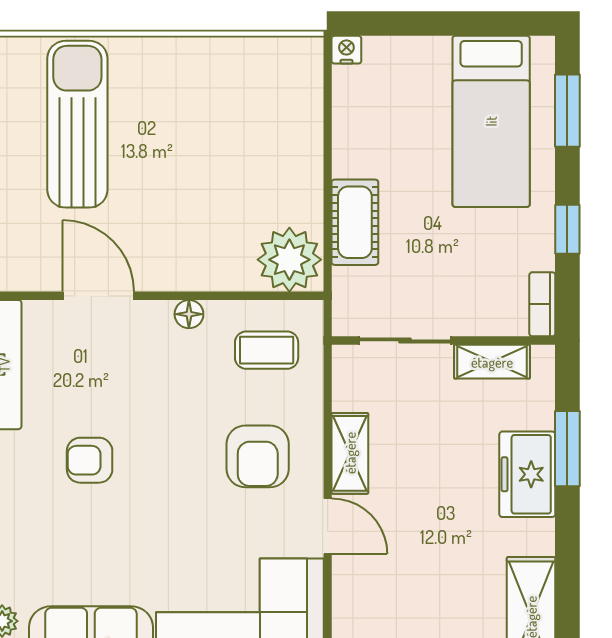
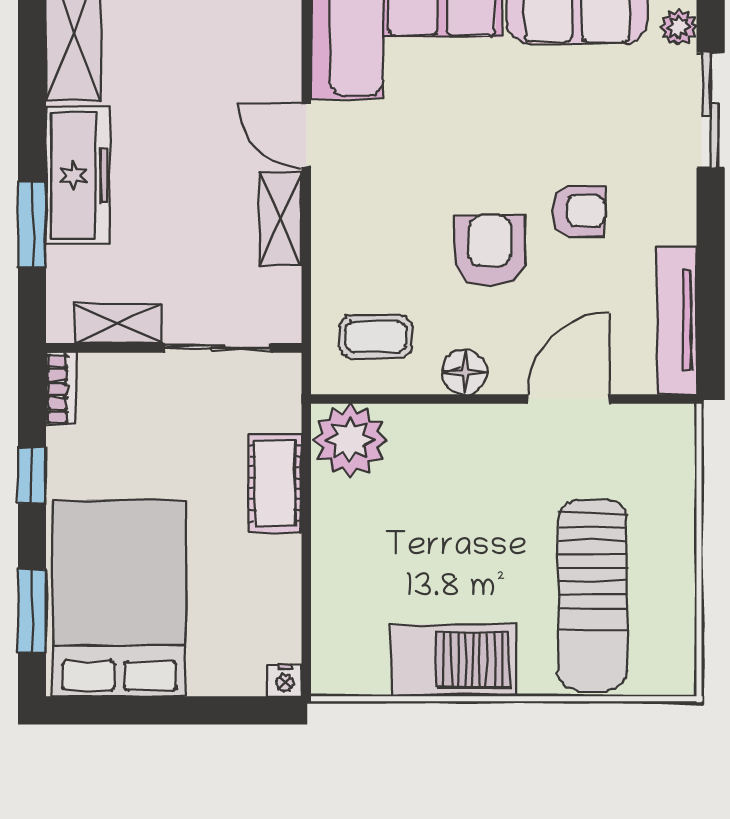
barbecue: (199, 67) -> (454, 660), added
bed: (491, 121) -> (119, 598), width x1.50
door: (98, 296) -> (568, 399), swing flipped
floor lamp: (189, 314) -> (465, 372), width x1.37, depth x1.37
armchair: (258, 456) -> (490, 251), moved
freezer: (527, 474) -> (78, 175), width x1.40

